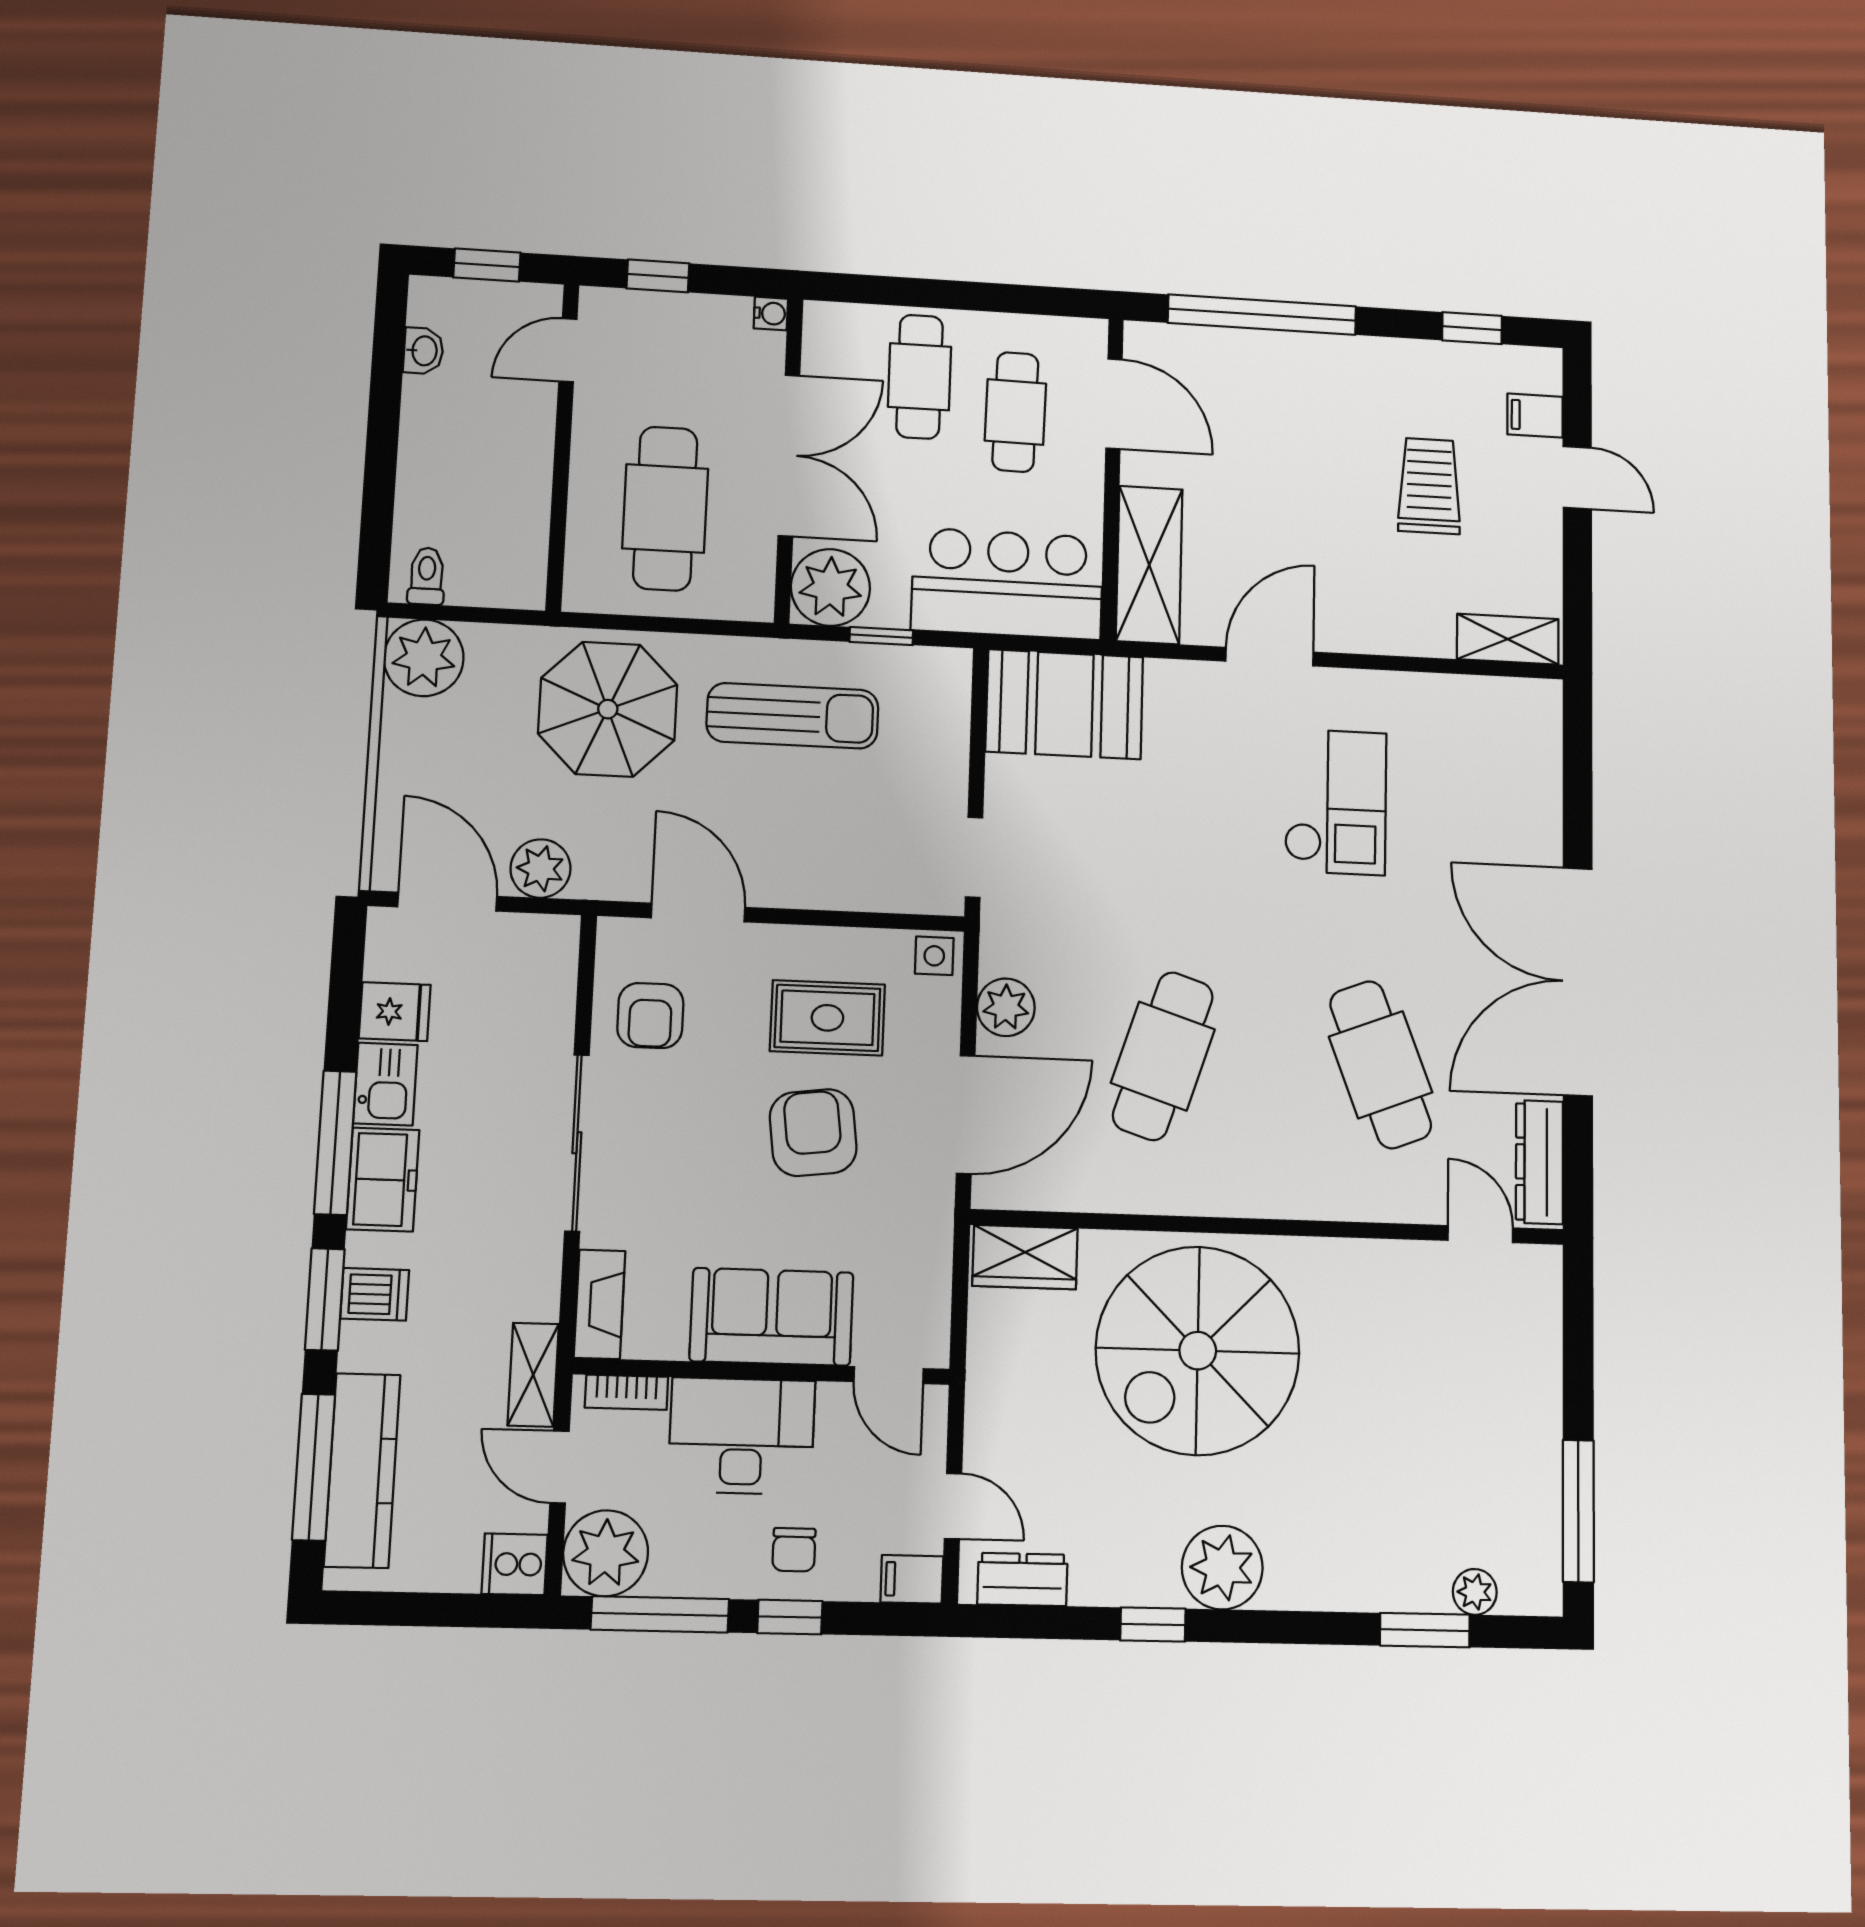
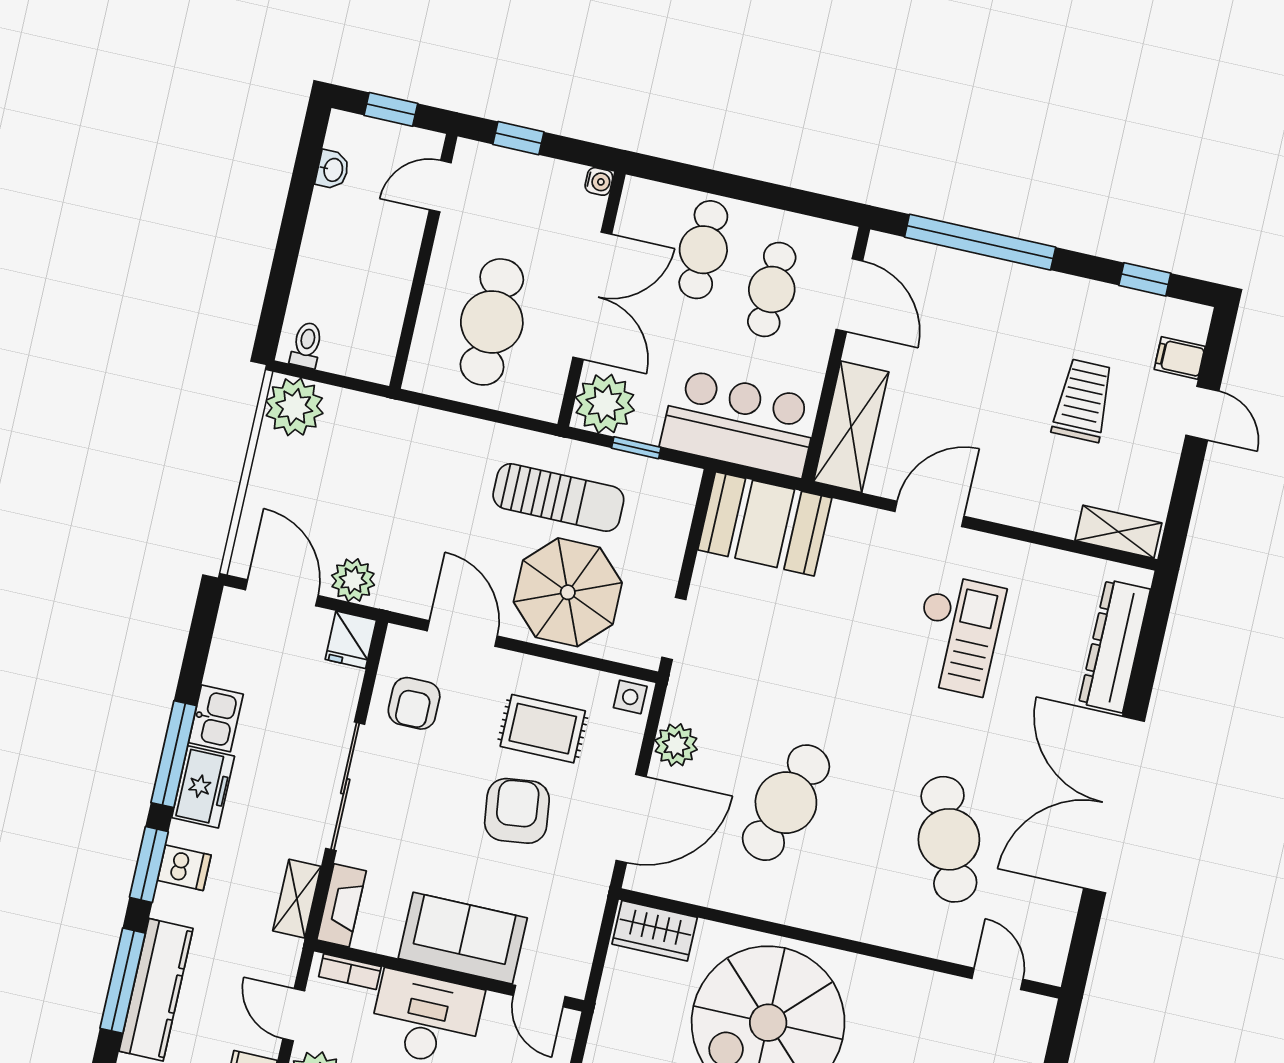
parasol: (608, 709) -> (568, 592), moved
fridge: (395, 1012) -> (351, 640), moved, turned 90
dresser: (1539, 1162) -> (1114, 646), moved, width x1.37, depth x1.24
shelving: (533, 1375) -> (297, 899), moved

